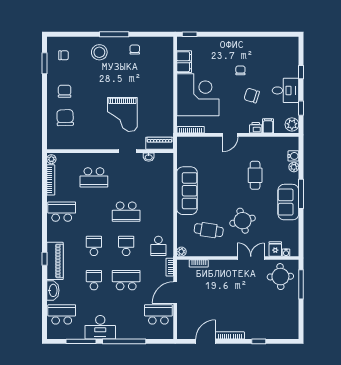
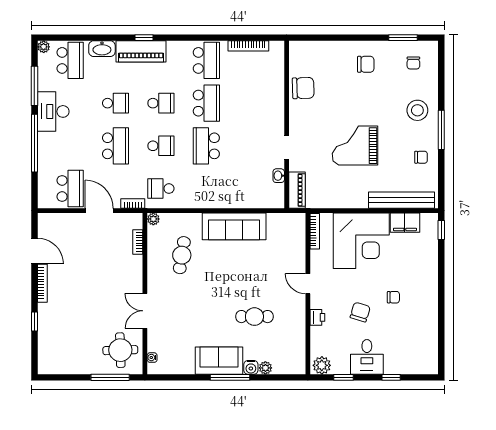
bench: (167, 64) -> (402, 200), added
grand piano: (122, 115) -> (355, 146), moved
chair: (65, 118) -> (303, 88), moved
filing cabinet: (268, 126) -> (320, 334), removed
water cooler: (293, 156) -> (251, 367), moved
plant: (51, 159) -> (44, 47), moved
school desk: (94, 177) -> (206, 103), moved, turned 180
round table: (243, 221) -> (194, 300), removed
fridge: (275, 249) -> (157, 343), removed
double door: (251, 258) -> (145, 311), swing flipped

